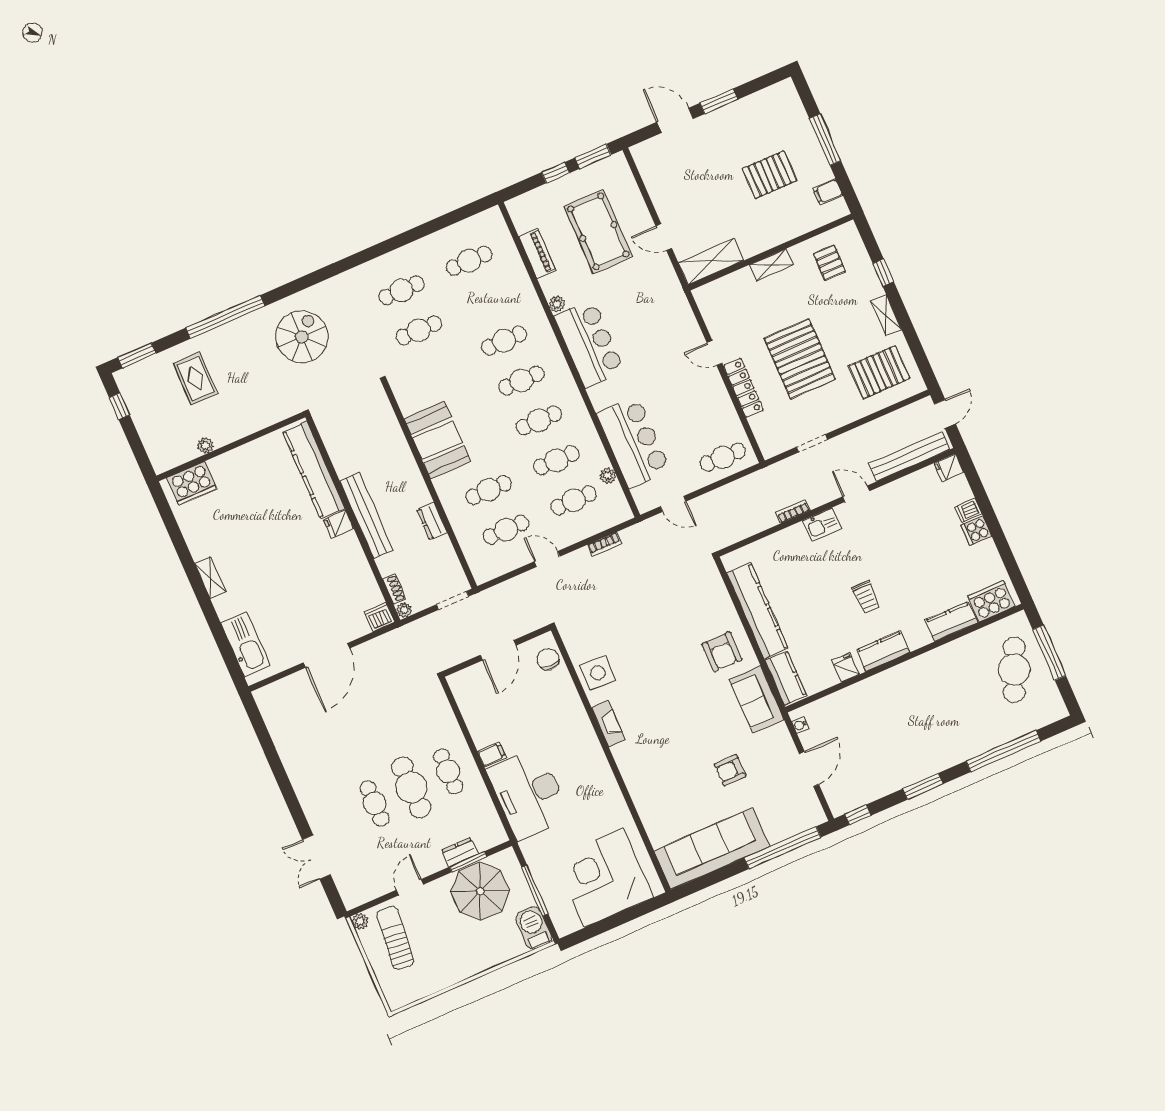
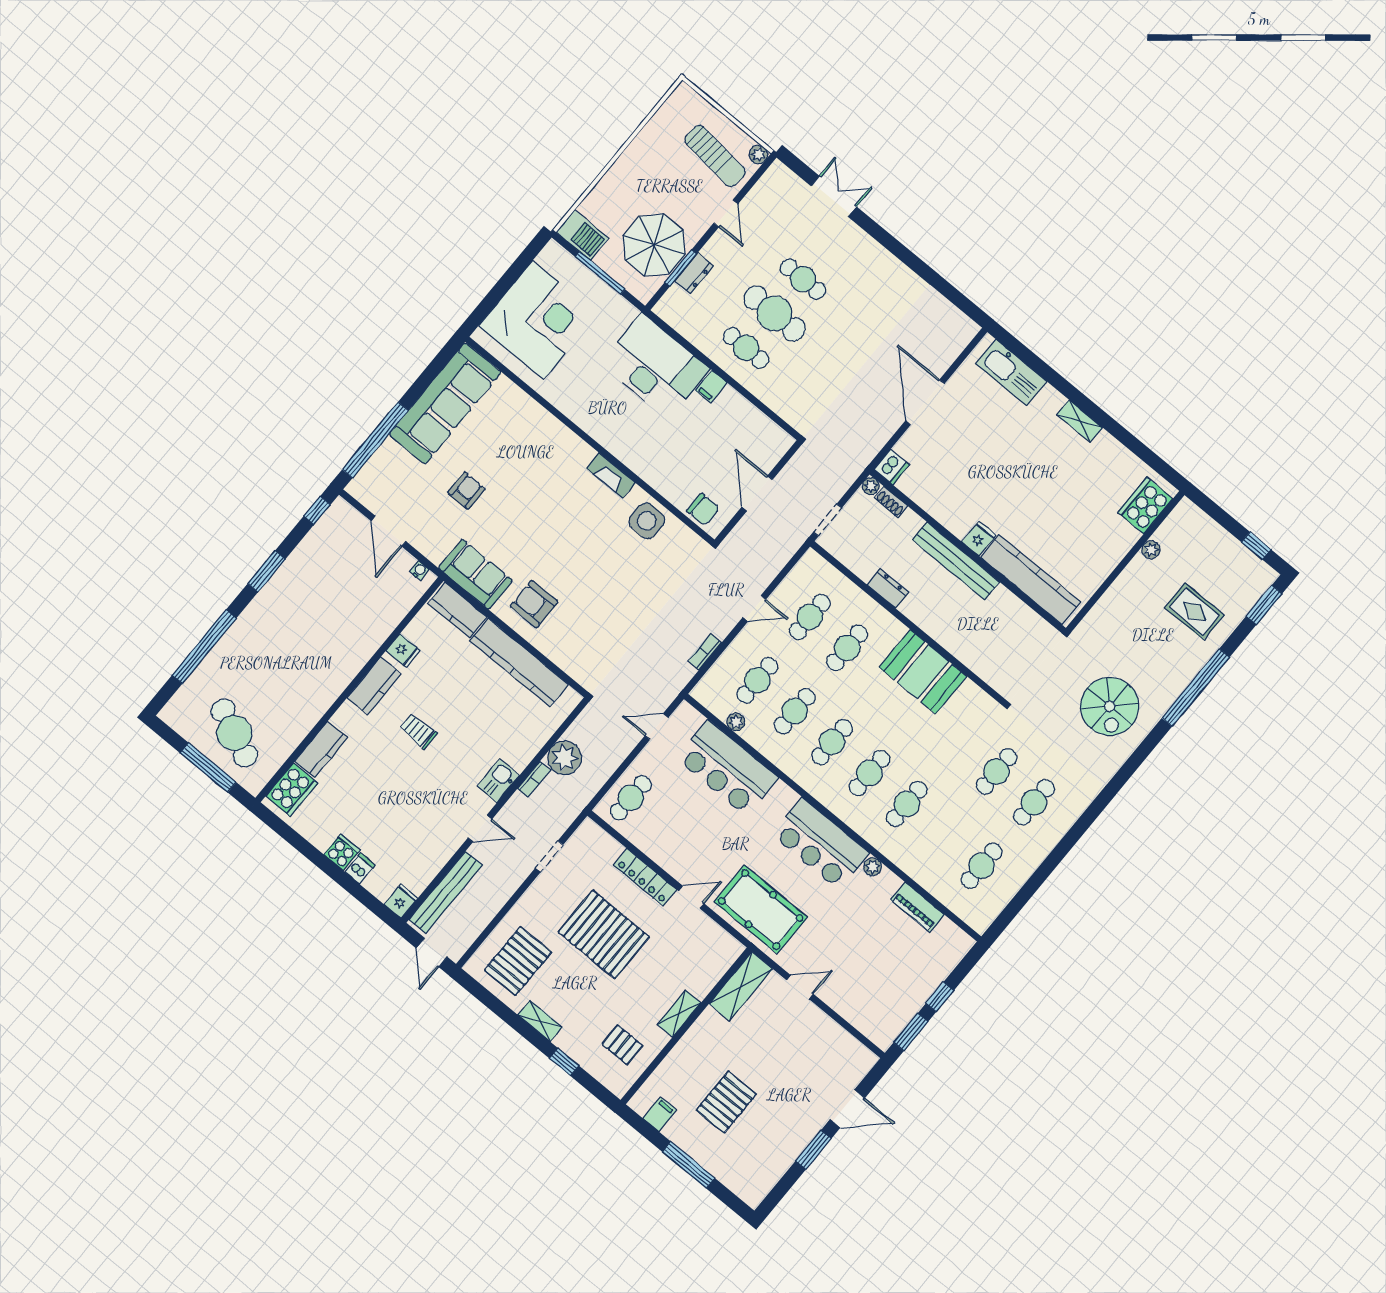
pool table: (598, 231) -> (761, 910), moved
plant: (760, 516) -> (565, 758), added

